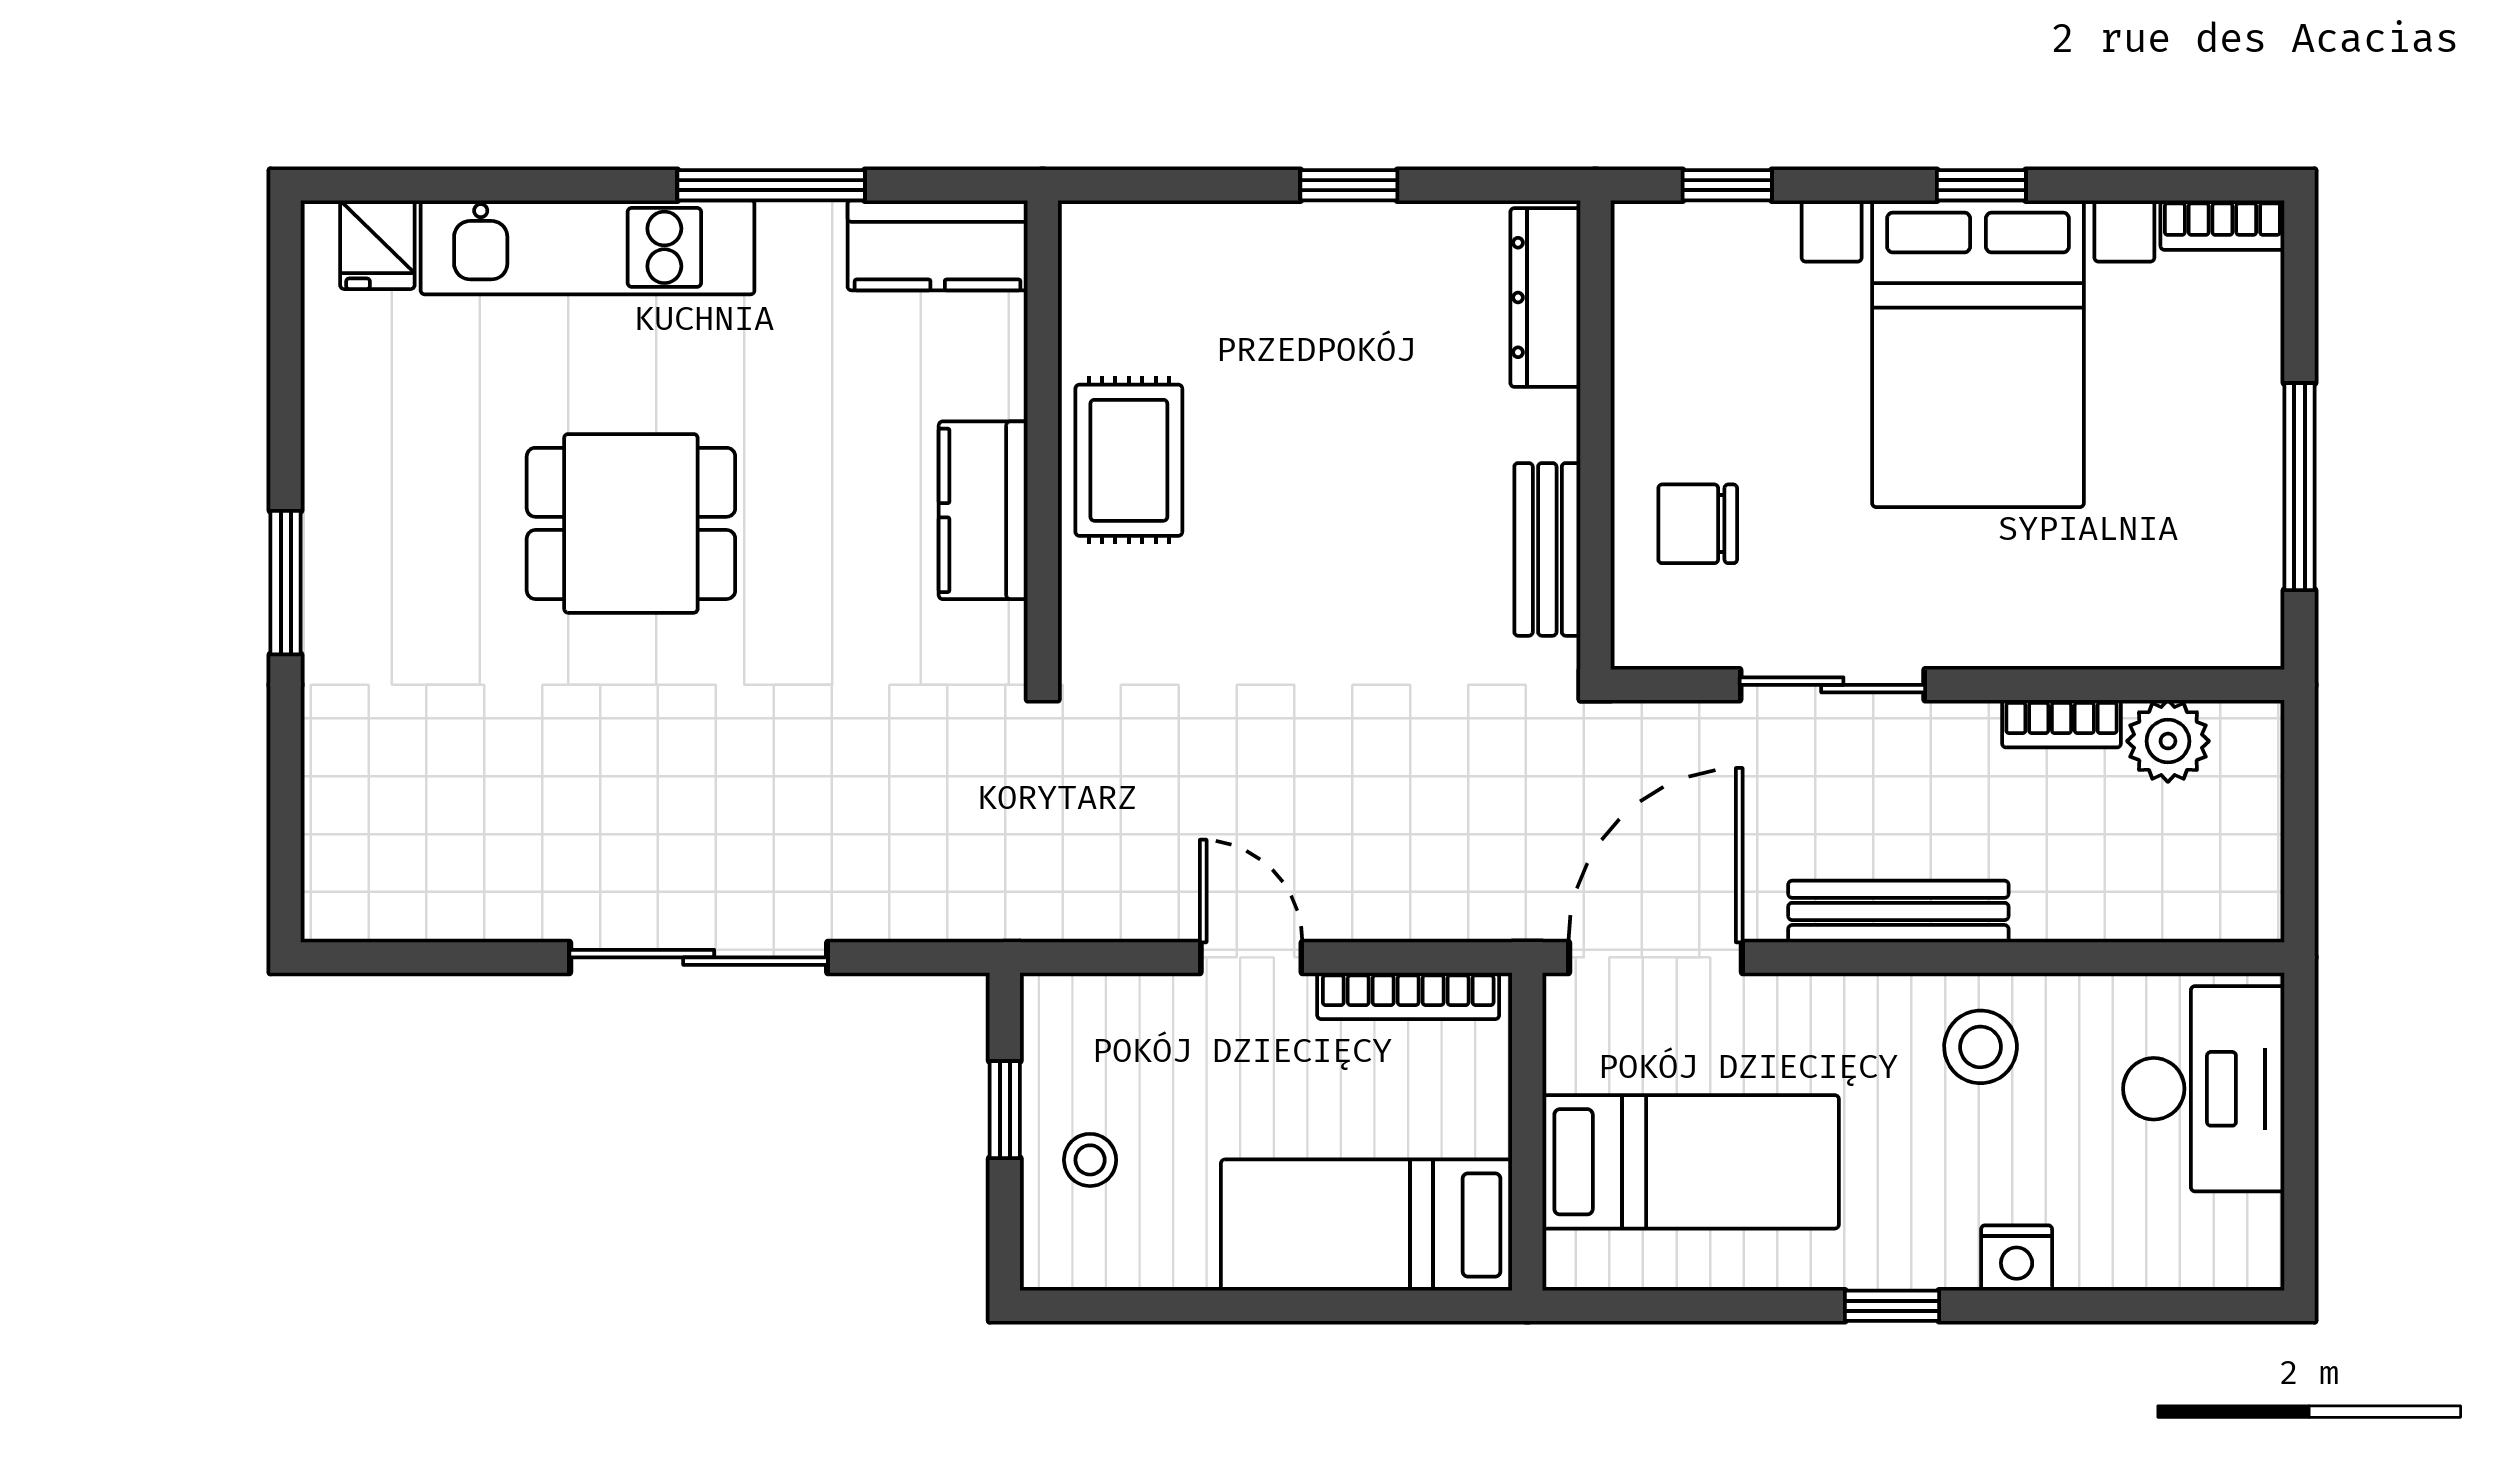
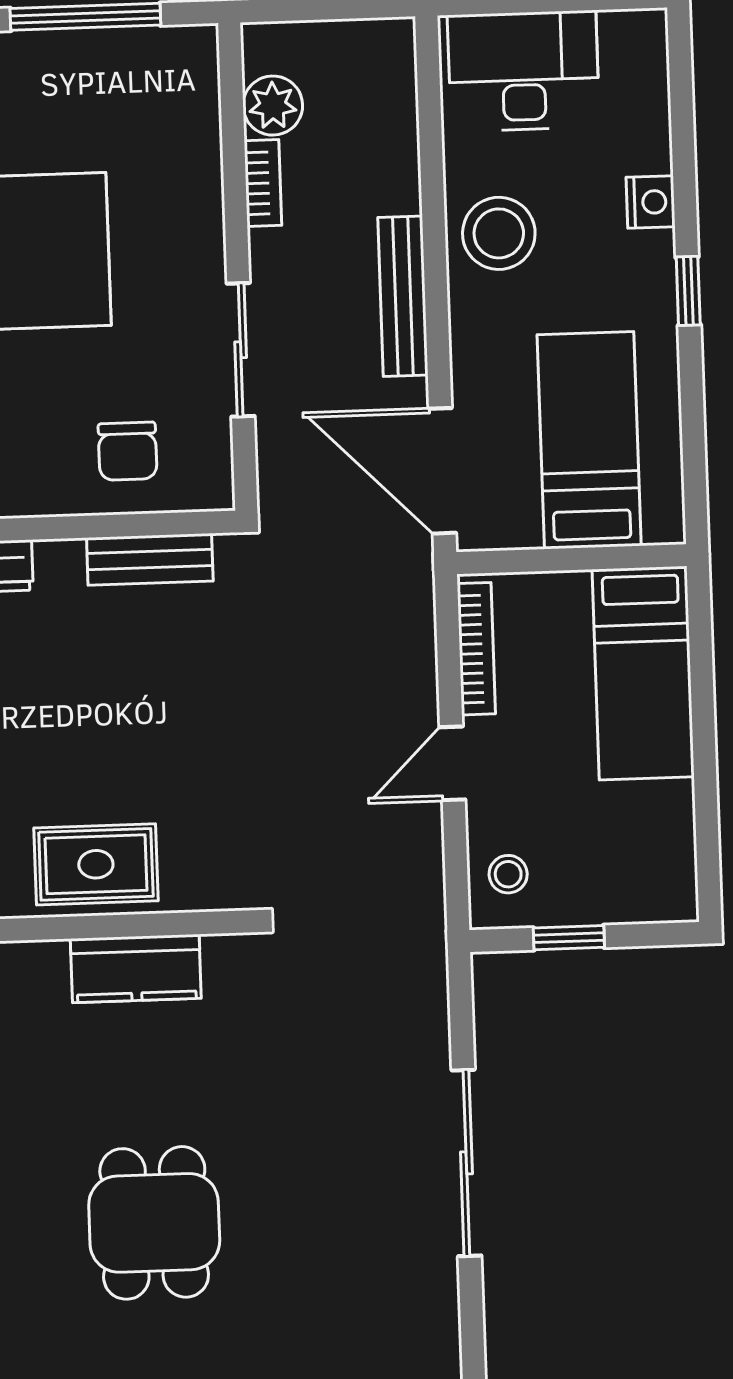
stool: (1981, 1047) -> (499, 233), width x1.38, depth x1.38
stool: (1090, 1160) -> (508, 874), moved

